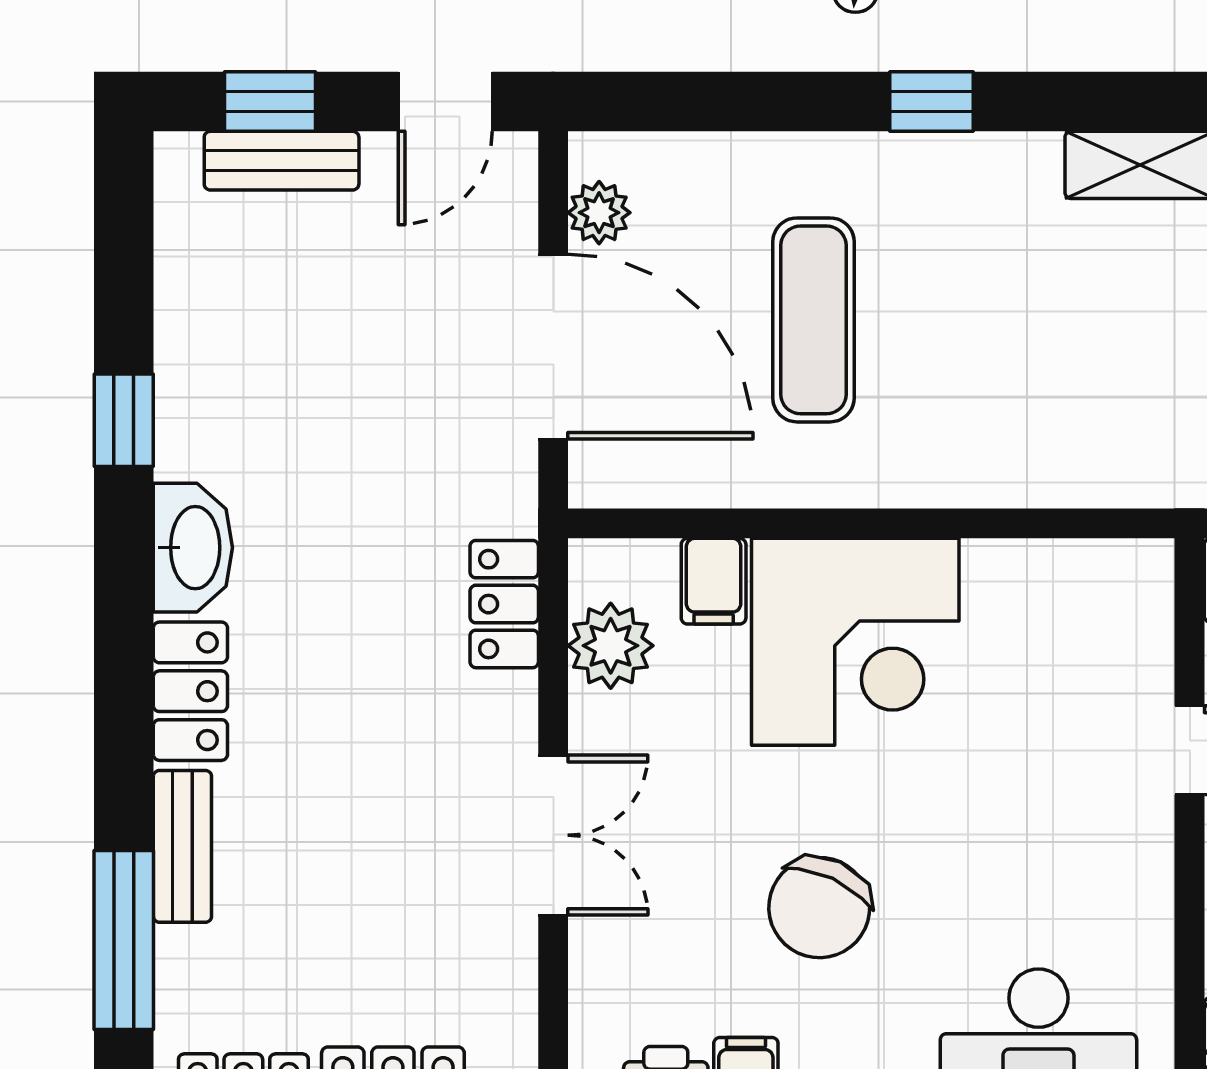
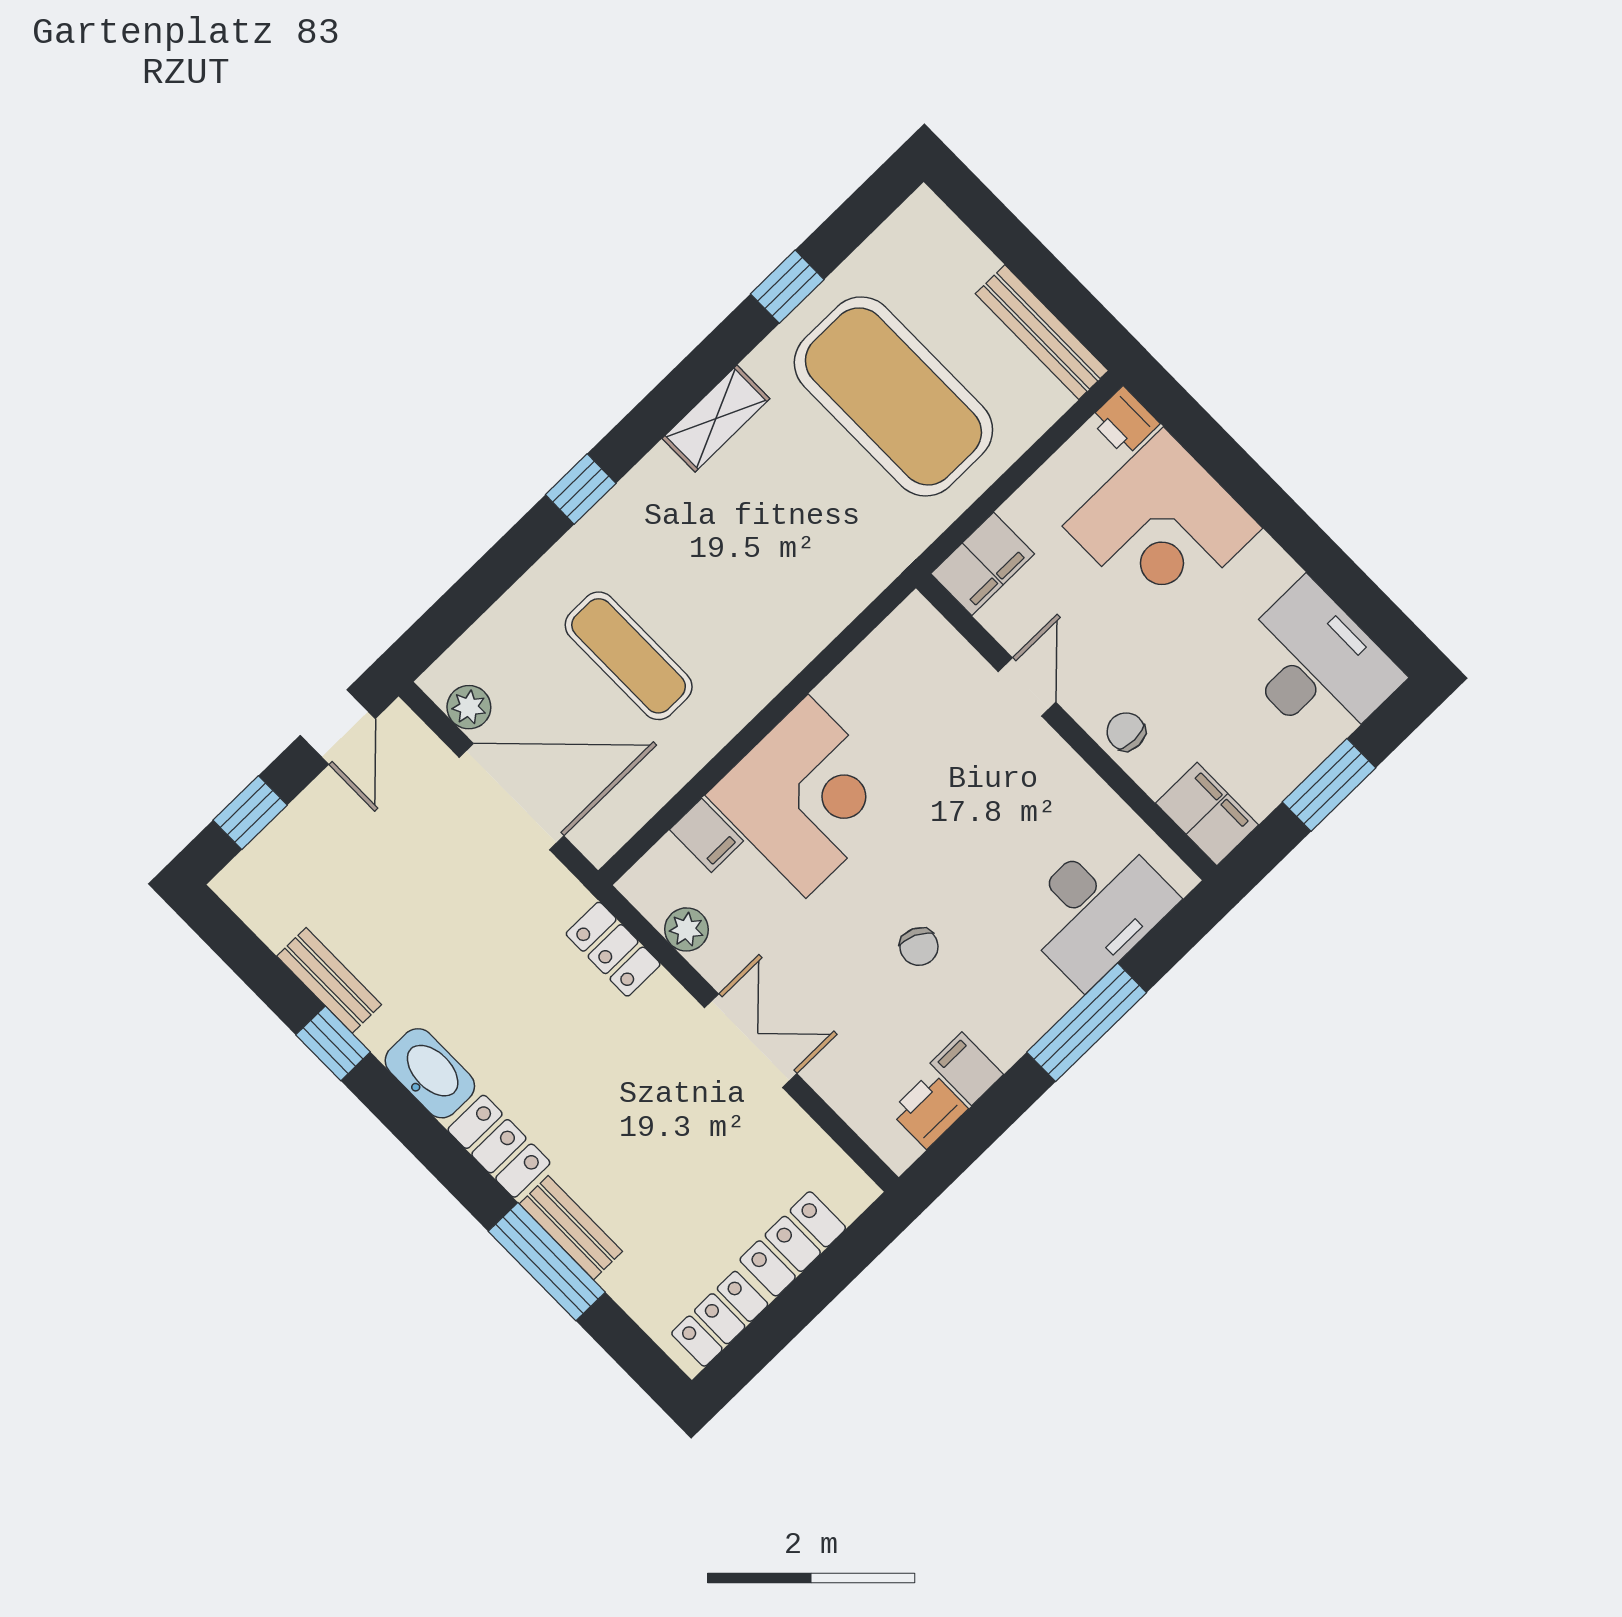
bench: (282, 161) -> (329, 980), moved, turned 90
plant: (611, 646) -> (686, 929), width x0.73, depth x0.73
chair: (819, 908) -> (919, 947), width x0.54, depth x0.54
window: (124, 940) -> (547, 1262), moved

